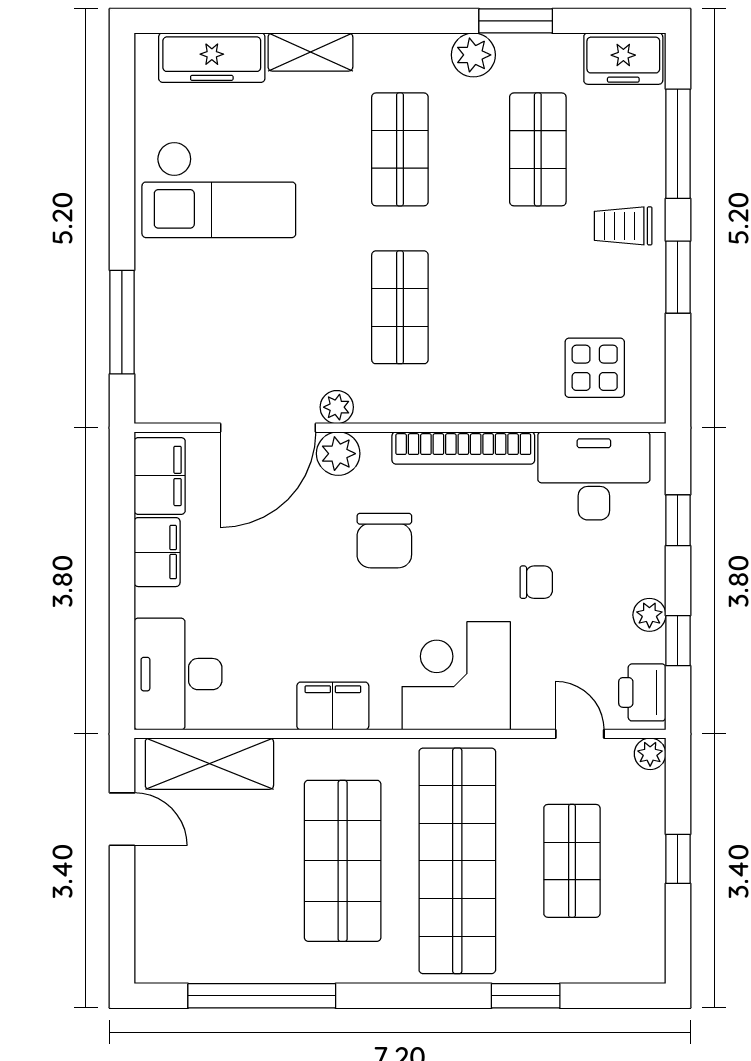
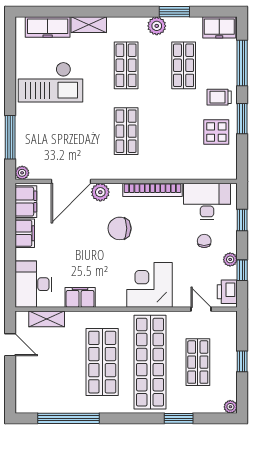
display table: (595, 368) -> (216, 132), moved
plant: (337, 407) -> (22, 173), moved
chair: (384, 541) -> (120, 228), turned 90
chair: (536, 582) -> (204, 241), moved, turned -90
filing cabinet: (333, 706) -> (80, 297), moved
plant: (650, 754) -> (230, 407), moved
shelving: (209, 764) -> (47, 319), width x0.67, depth x0.75

